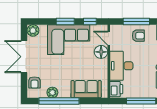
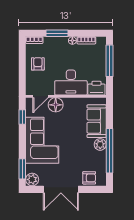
window: (65, 21) -> (22, 169), moved
window: (136, 21) -> (22, 66), removed
plant: (52, 92) -> (100, 144), moved

